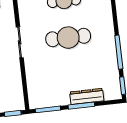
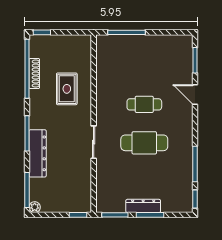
dresser: (87, 96) -> (143, 206), moved

